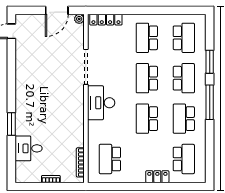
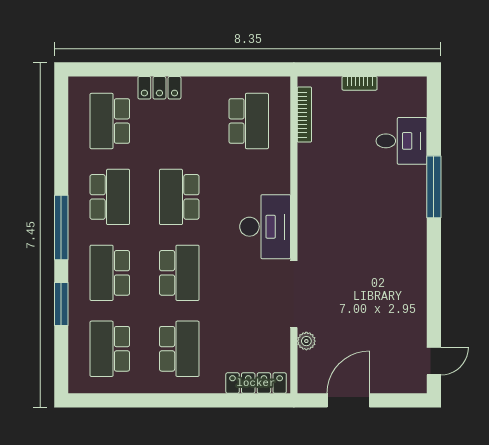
plant: (79, 19) -> (306, 341), moved
school desk: (147, 119) -> (179, 197), turned 180
window: (11, 124) -> (434, 187), width x1.44

